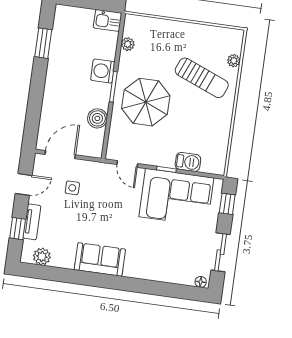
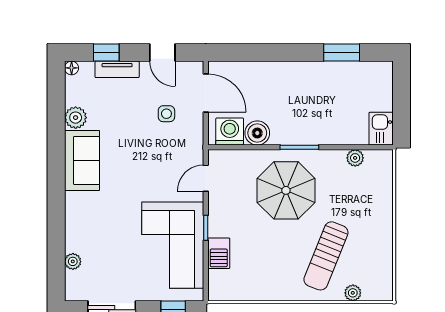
washing machine: (103, 71) -> (230, 132), moved
plant: (42, 257) -> (76, 118), moved
plant: (178, 278) -> (73, 261), added
floor lamp: (201, 282) -> (72, 68), moved

